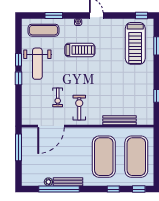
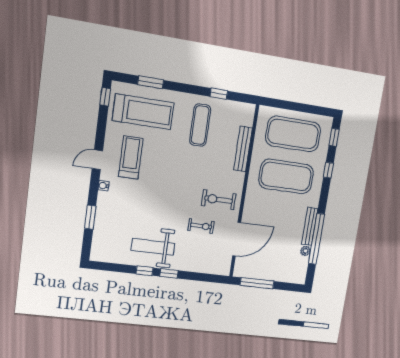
exercise mat: (43, 30) -> (200, 125), moved
treadmill: (80, 50) -> (131, 158), moved
weight bench: (37, 64) -> (153, 247), turned 180
door: (51, 126) -> (237, 239), hinge flipped

